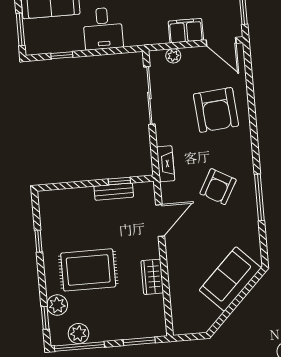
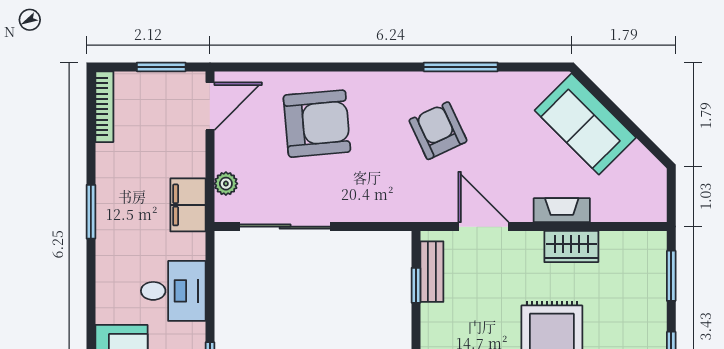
filing cabinet: (186, 31) -> (188, 205), moved
fireplace: (166, 164) -> (562, 210), moved
armchair: (218, 187) -> (438, 131), turned -144
bench: (114, 192) -> (432, 272), moved

